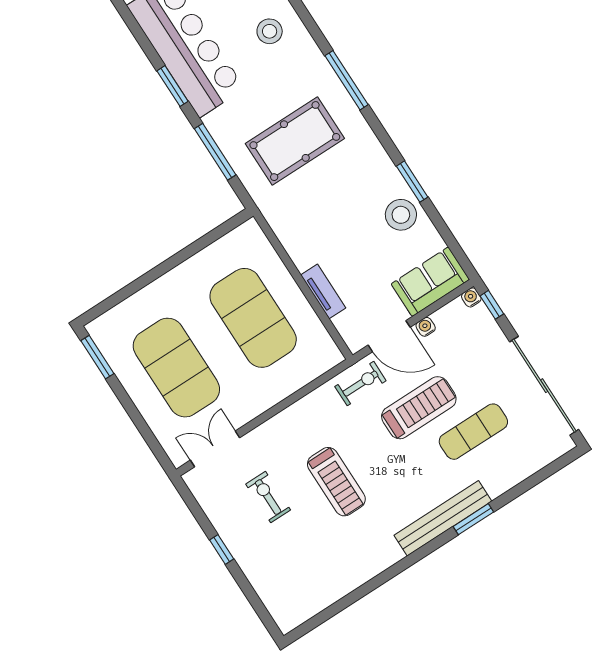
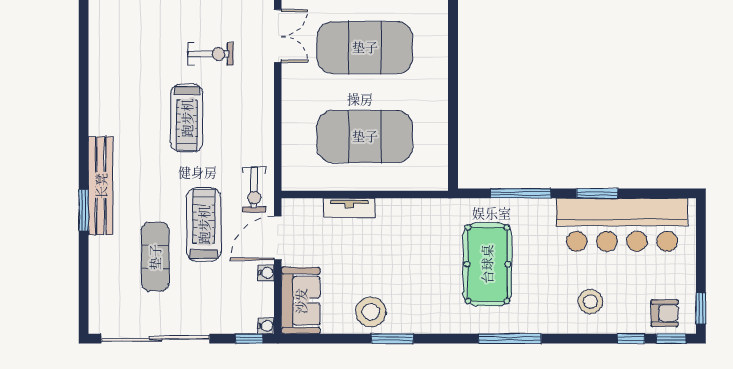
treadmill: (419, 408) -> (204, 225), turned 180
treadmill: (336, 482) -> (187, 118), turned -90

